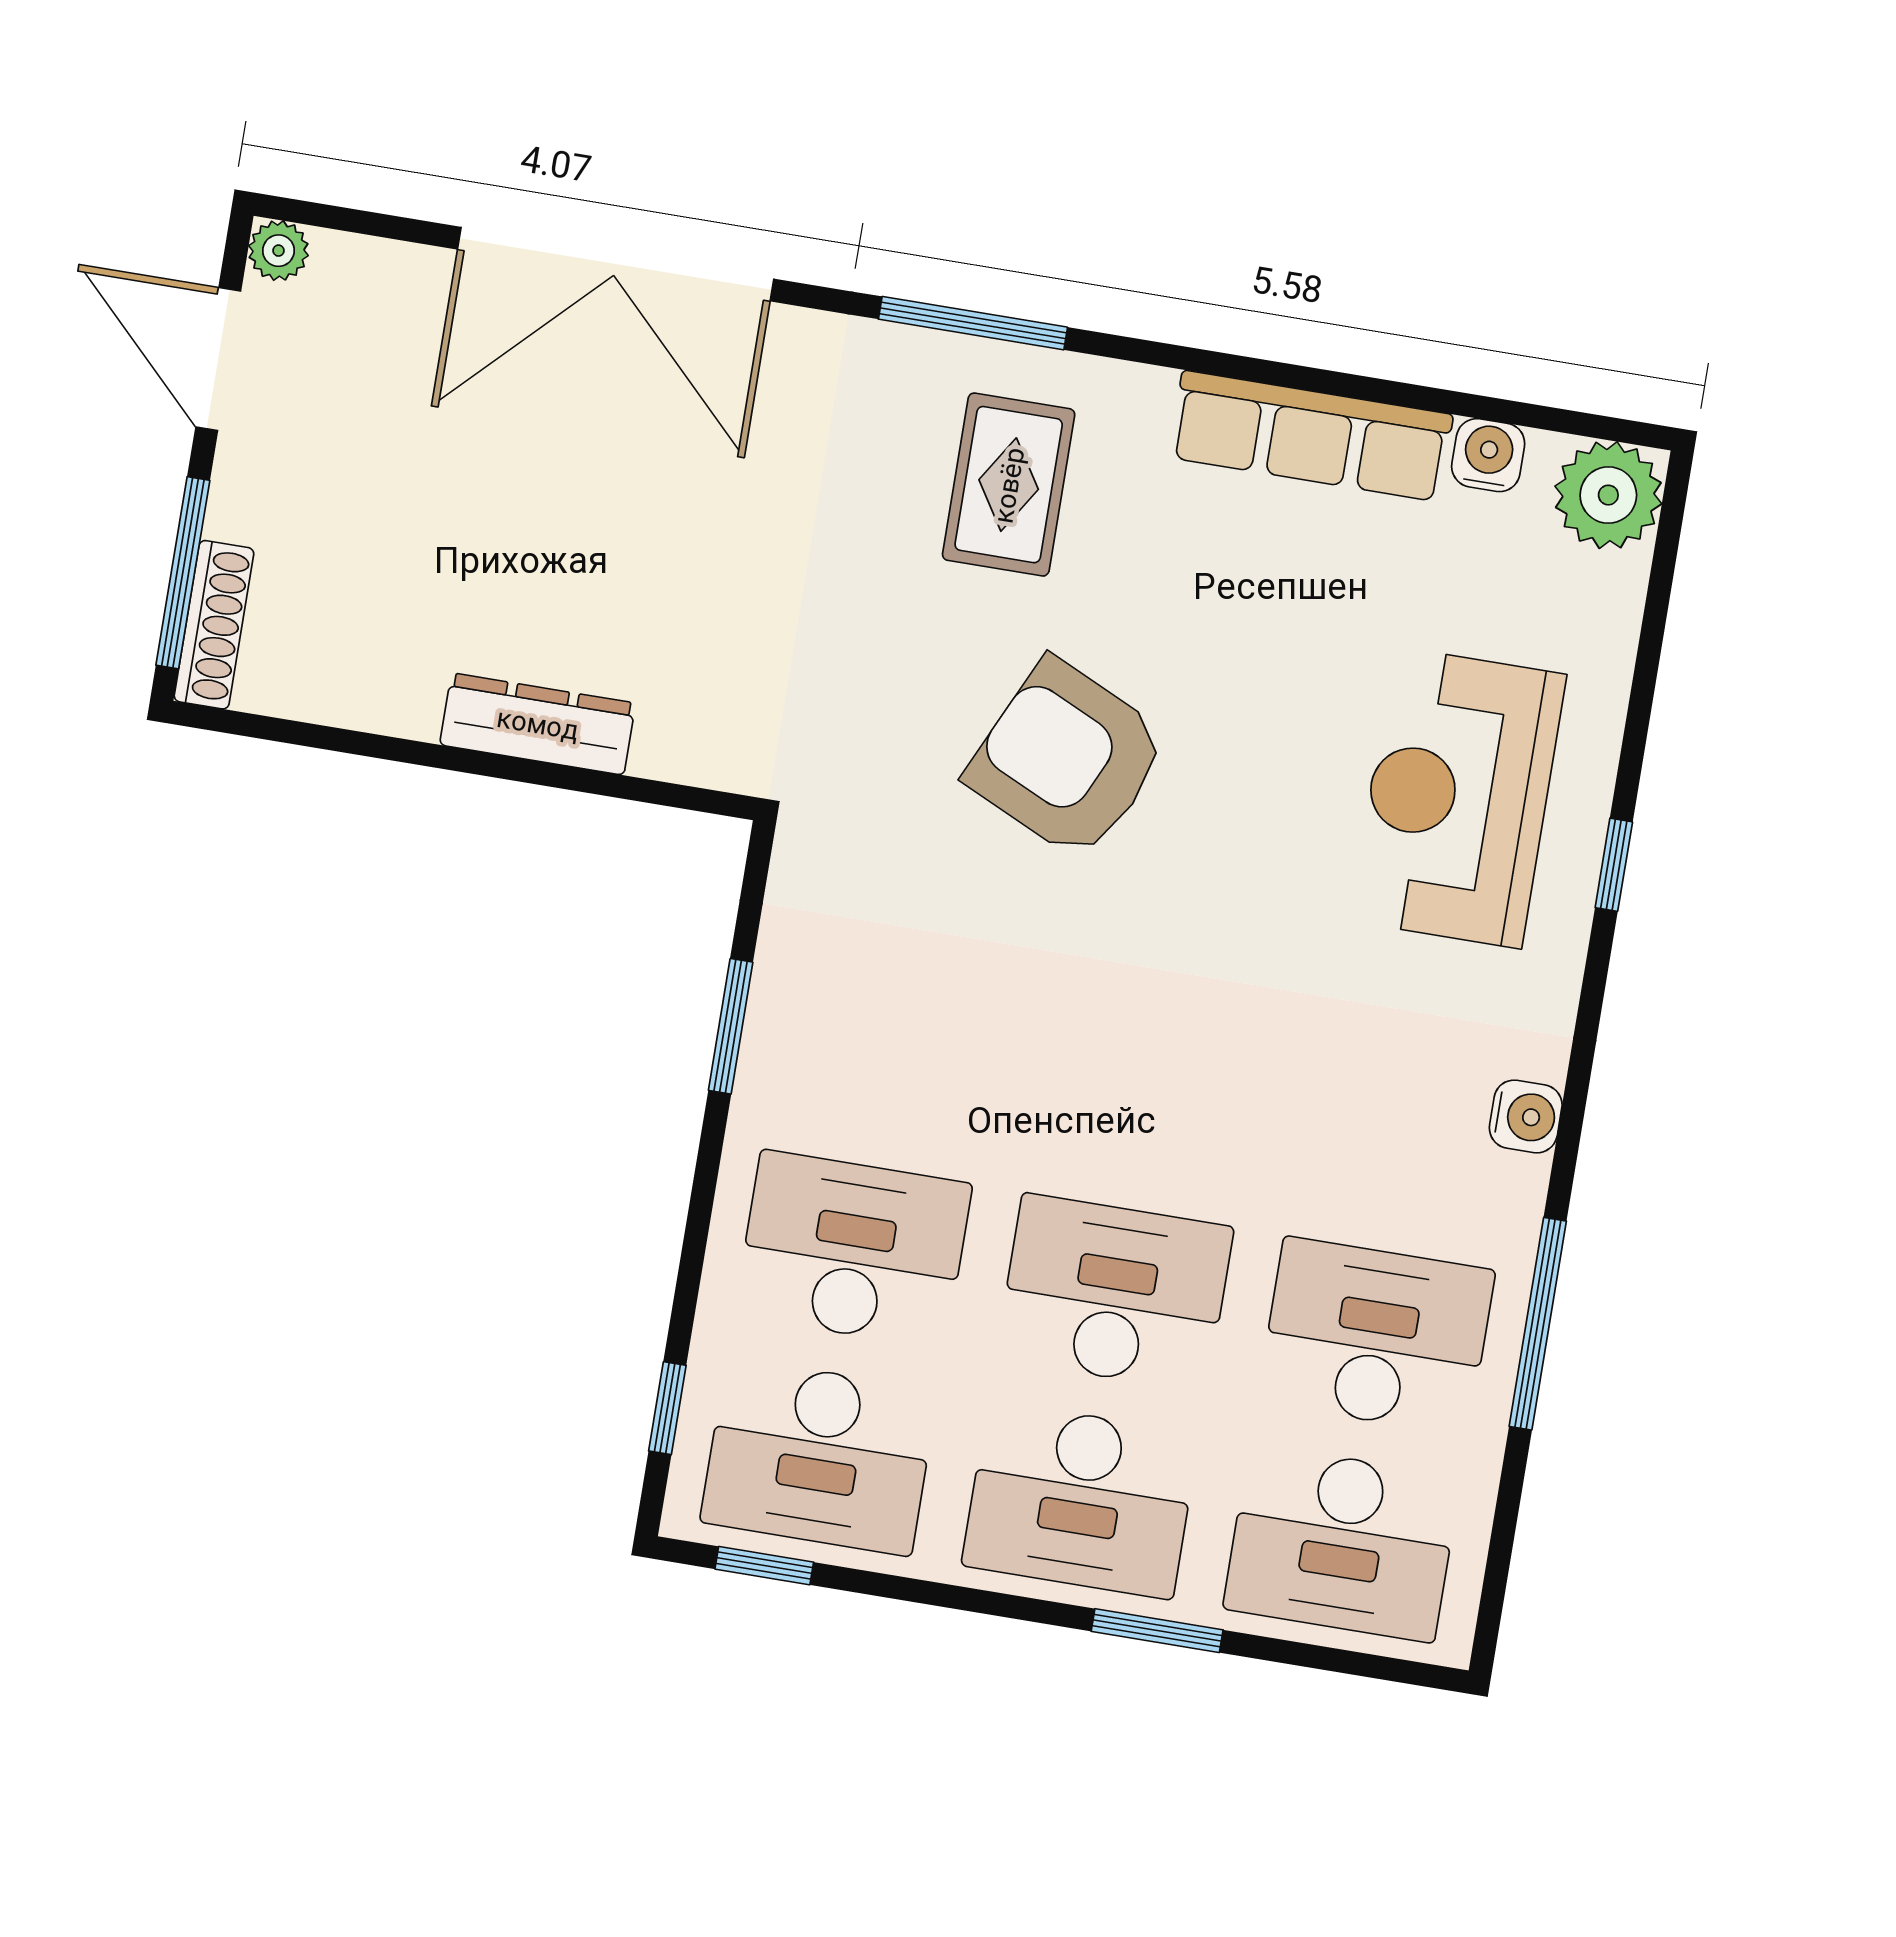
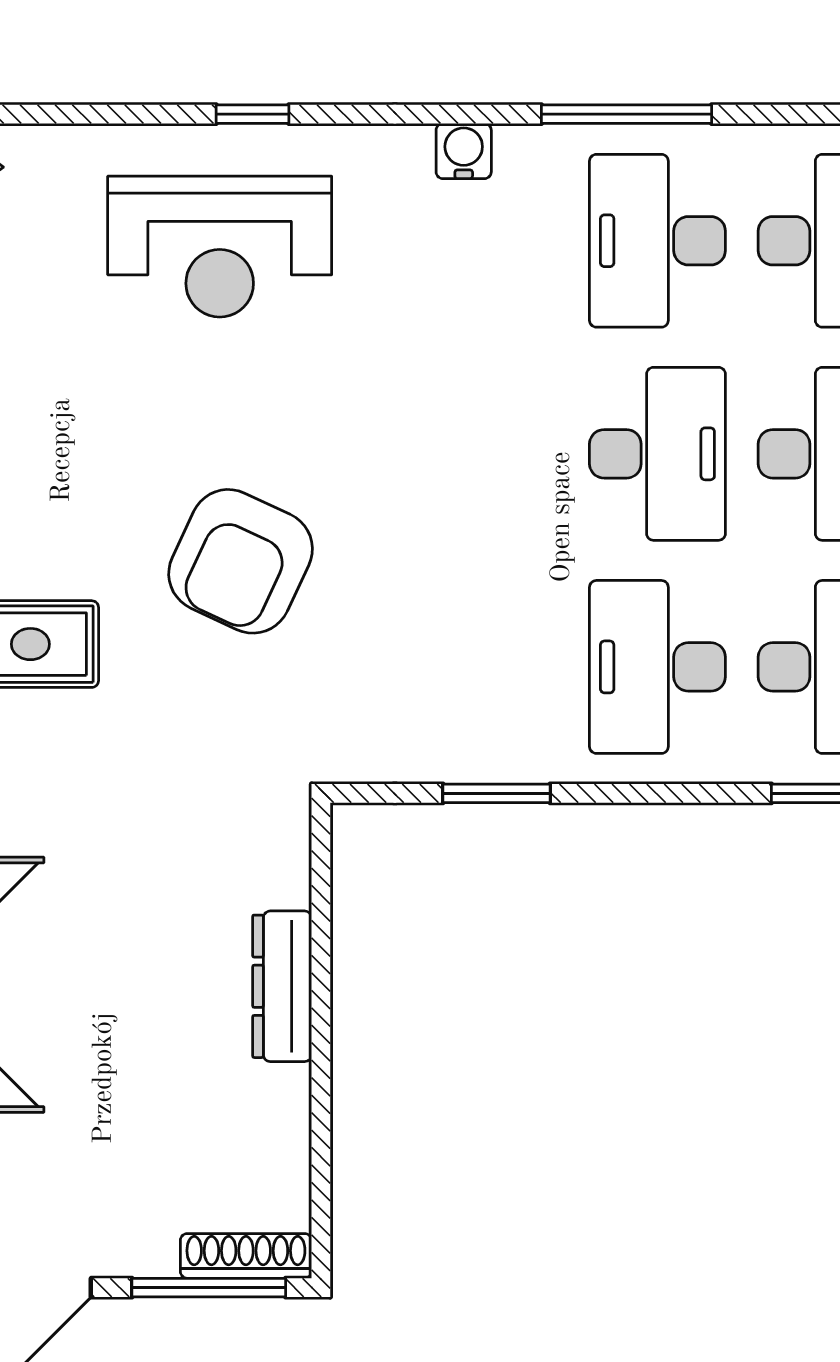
desk: (1115, 1293) -> (657, 454), turned 180

